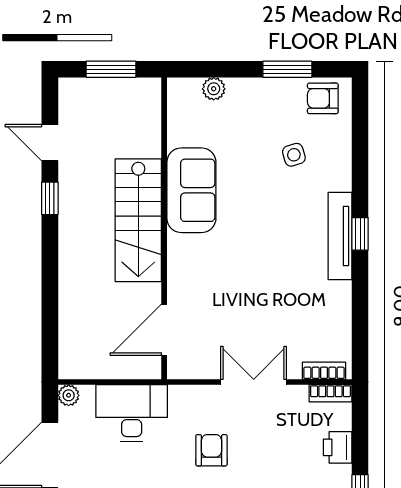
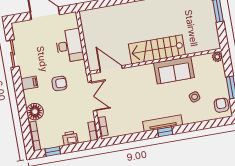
sofa: (191, 190) -> (174, 70), moved
stairs: (138, 220) -> (157, 49), moved
wall: (164, 228) -> (155, 61), moved
door: (164, 330) -> (111, 69), moved
plant: (69, 395) -> (72, 17), removed

